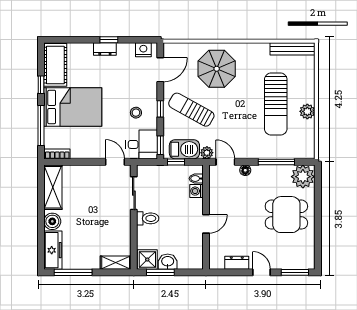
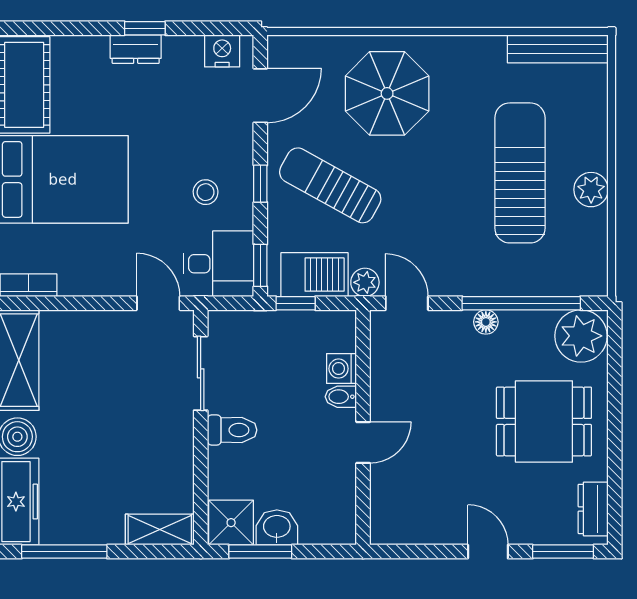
sun lounger: (276, 104) -> (520, 173), turned 180
window: (276, 162) -> (521, 303), width x1.46
floor lamp: (245, 170) -> (486, 322), moved
bidet: (196, 179) -> (341, 397), moved
dresser: (237, 263) -> (593, 509), moved, turned -90

